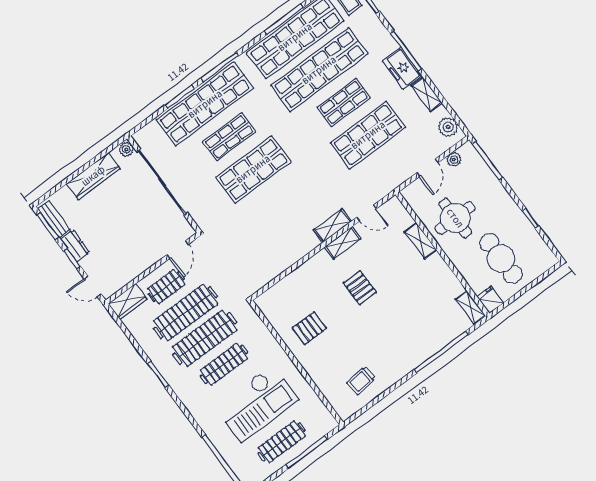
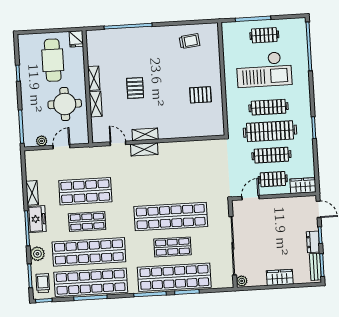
plant: (448, 127) -> (37, 254), moved
shop shelf: (253, 169) -> (171, 217), width x1.40
wardrobe: (93, 176) -> (280, 277), width x0.67
pallet: (360, 288) -> (135, 88), moved
shelving: (470, 308) -> (94, 78), moved
clothes rail: (185, 313) -> (271, 155), width x0.73, depth x0.76
checkout: (257, 403) -> (264, 69), turned 180
clothes rail: (282, 442) -> (264, 35), width x0.73

